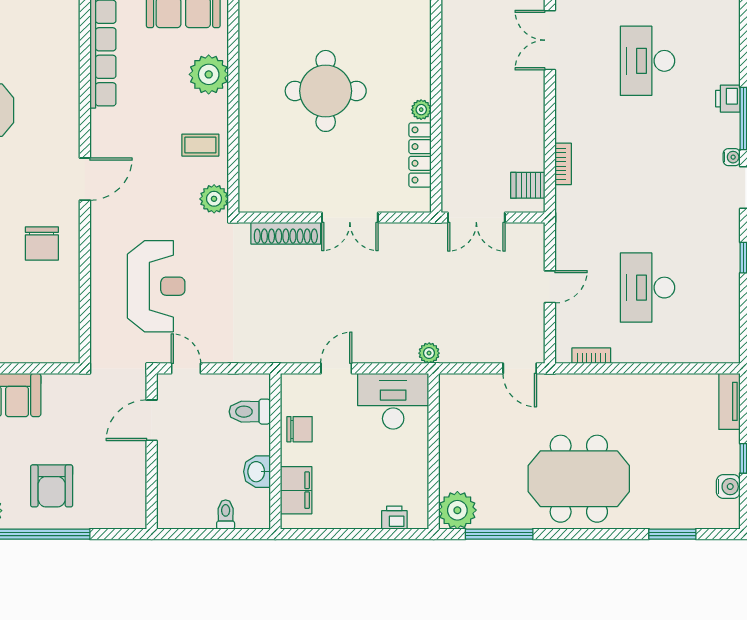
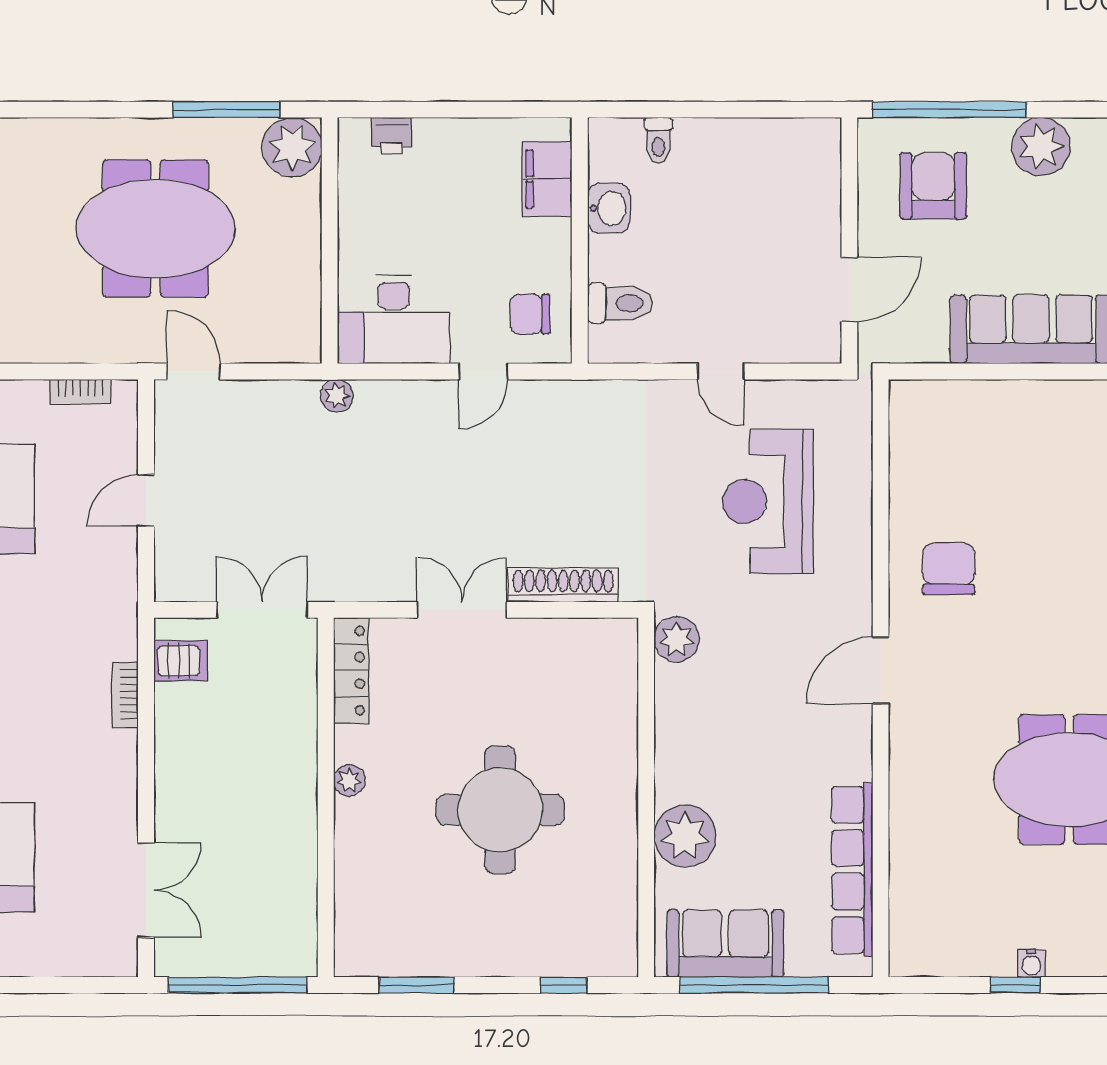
coffee table: (200, 145) -> (698, 724), removed
locker: (420, 155) -> (351, 670), moved
door: (152, 420) -> (849, 289), moved
chair: (300, 429) -> (530, 314), moved
wall: (152, 451) -> (849, 241), moved
meeting table: (579, 479) -> (155, 229), moved

